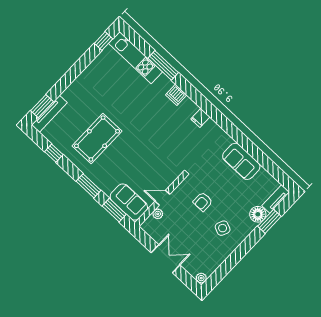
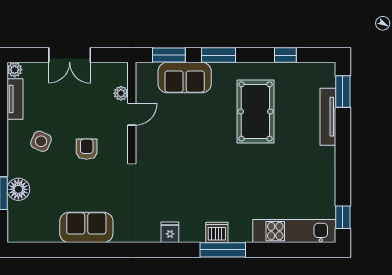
window: (163, 65) -> (223, 250), moved
tv unit: (49, 114) -> (328, 117), moved
tv unit: (276, 199) -> (15, 99), moved
sofa: (129, 202) -> (185, 78), moved

